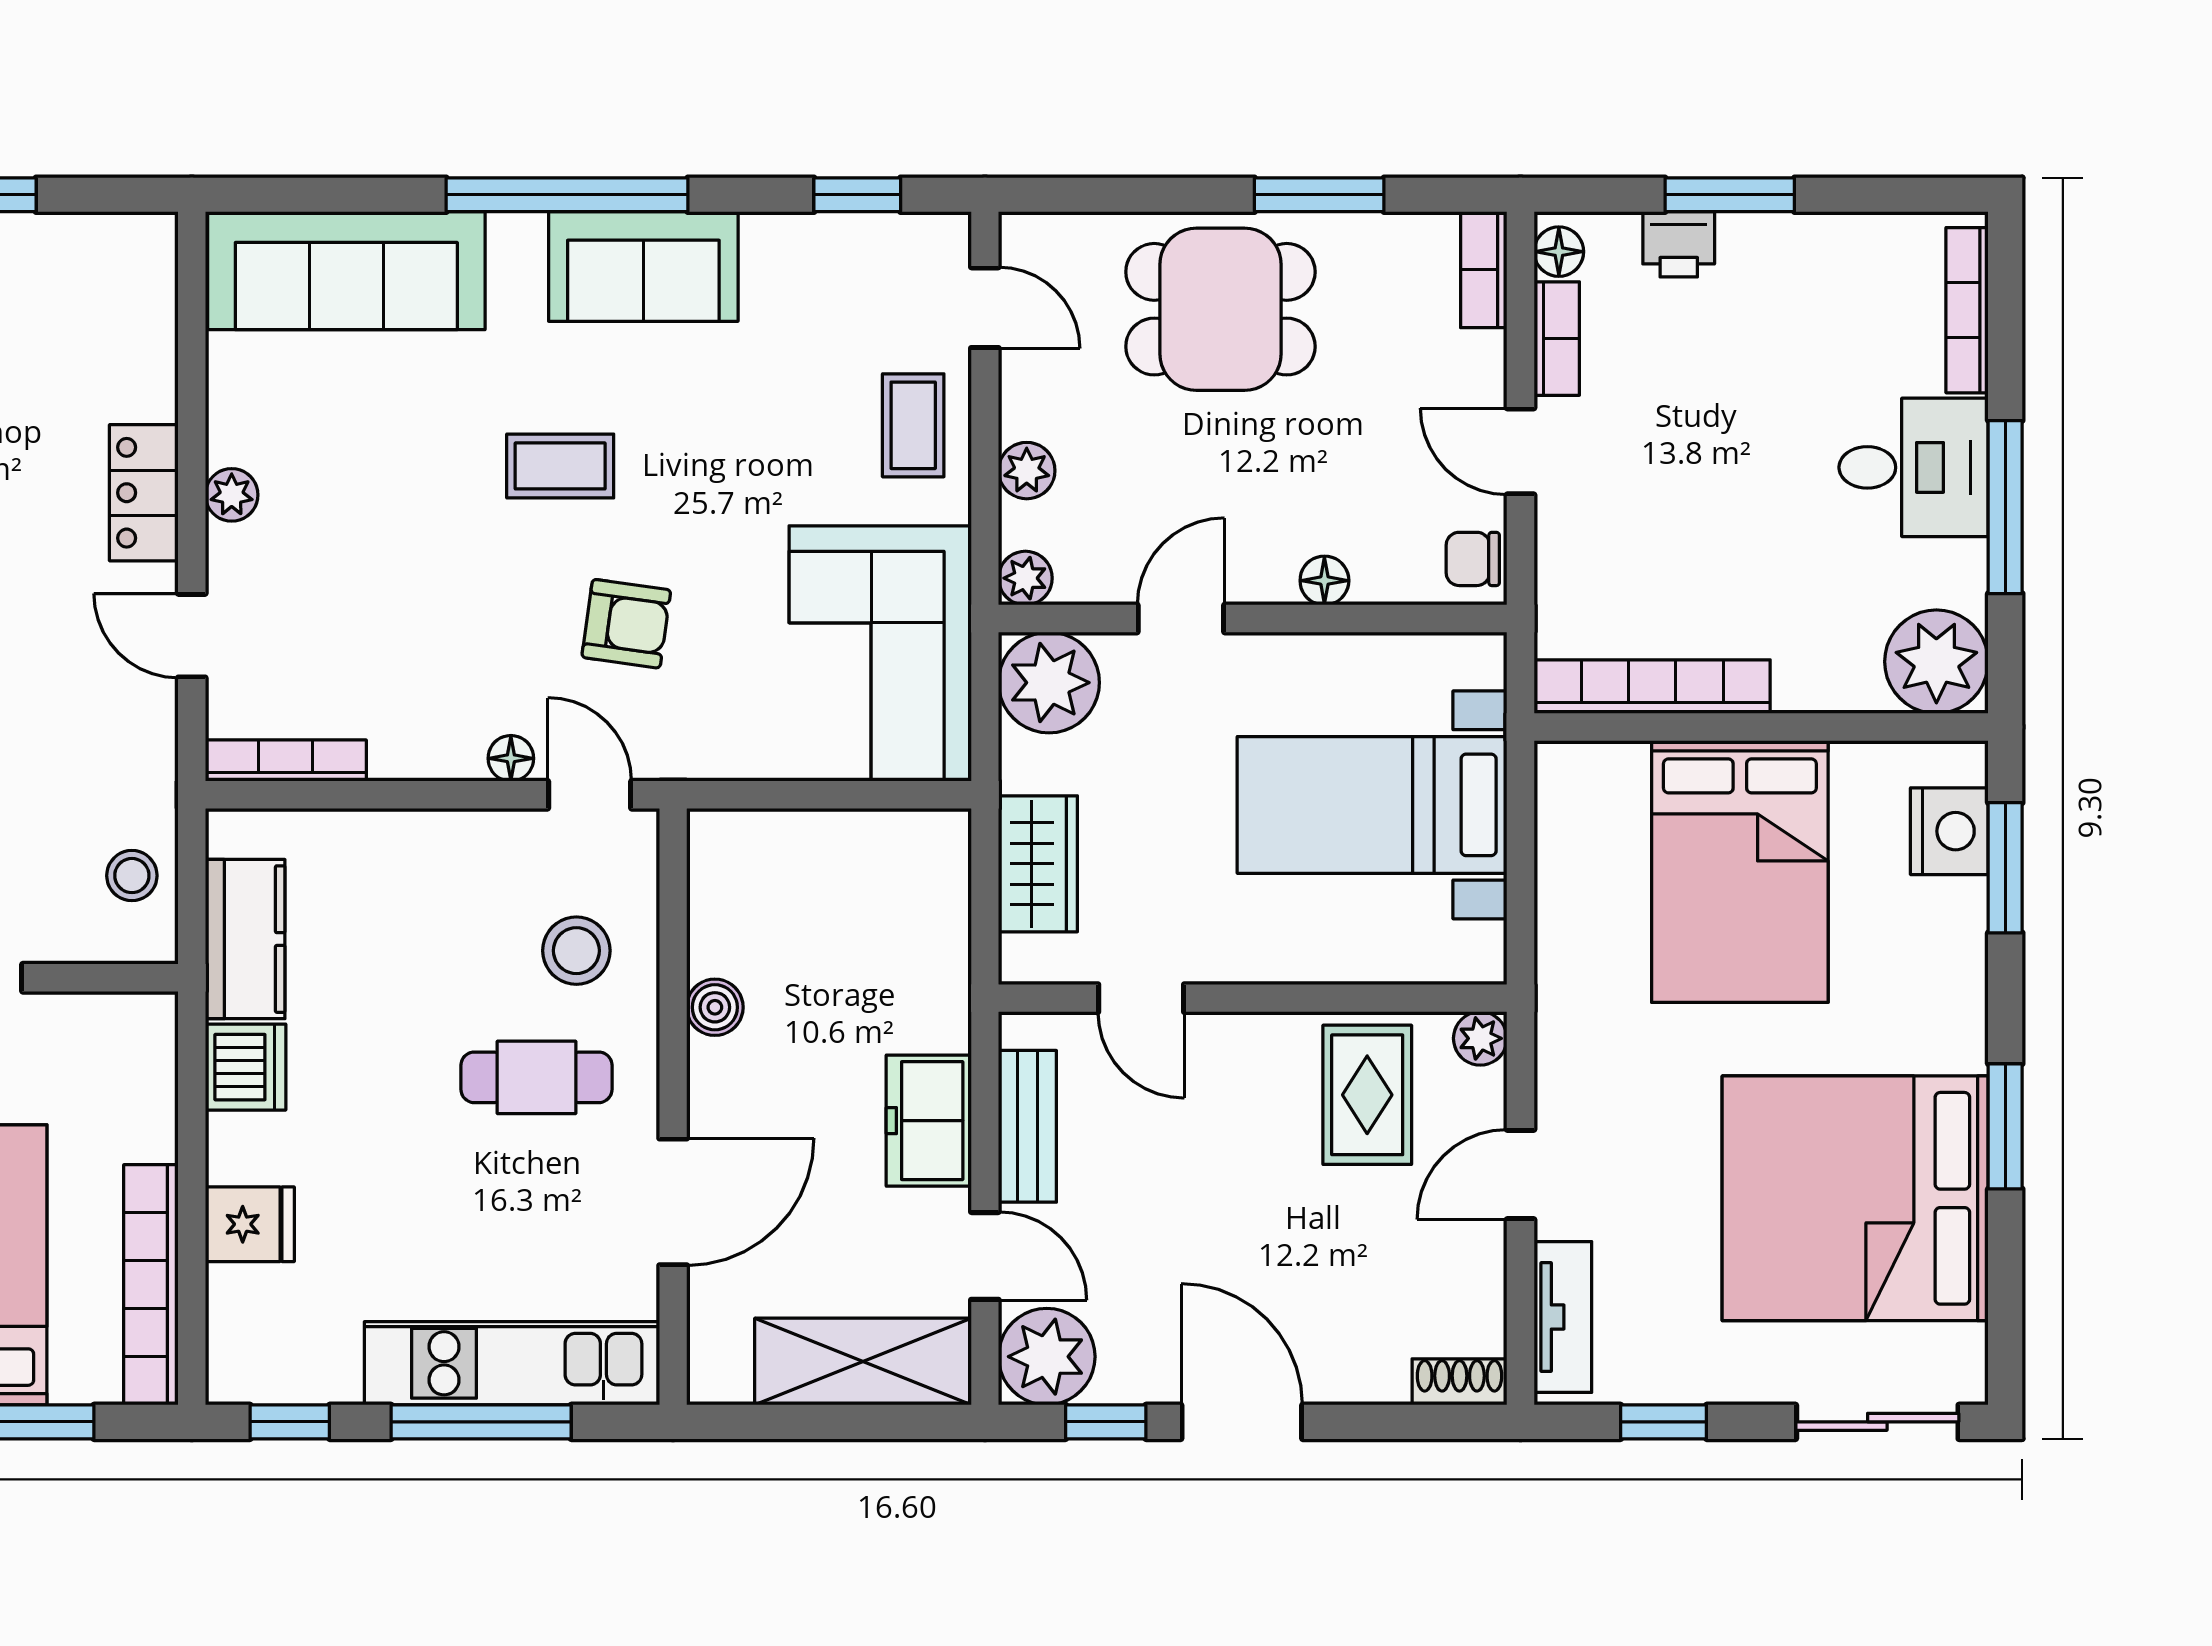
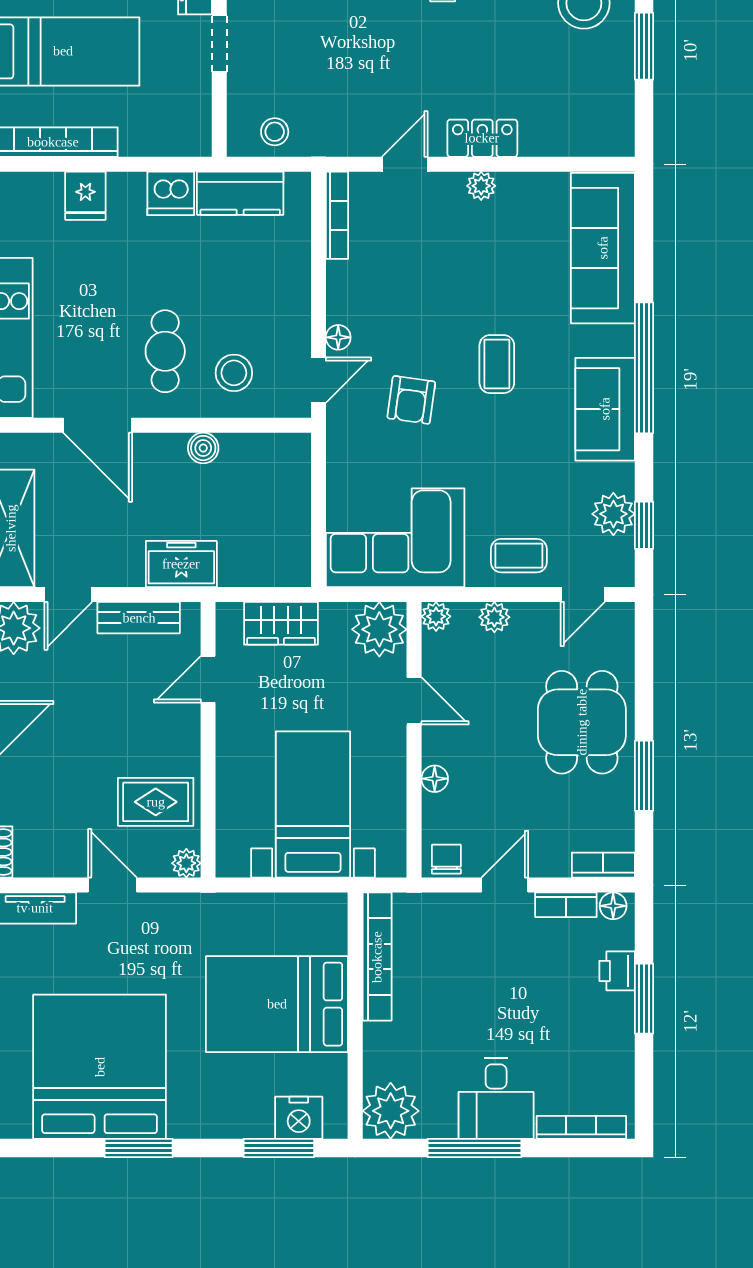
plant: (836, 251) -> (613, 514), added
freezer: (929, 1121) -> (181, 564), moved

